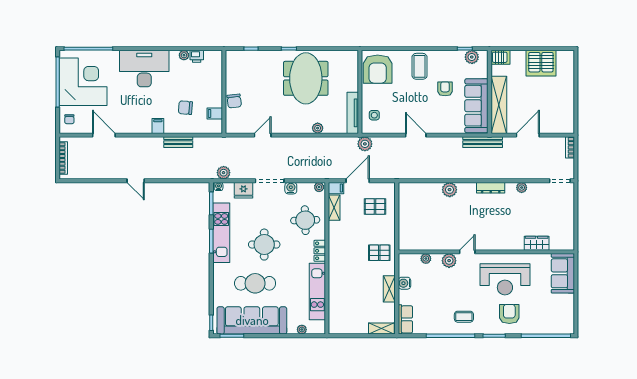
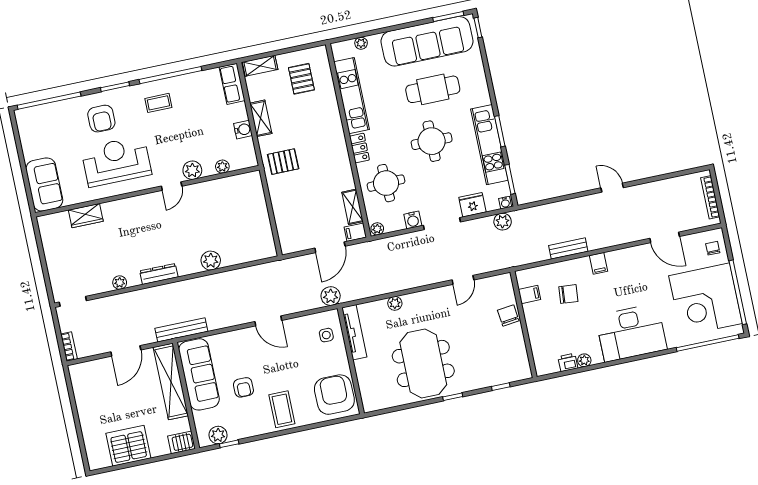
pallet: (375, 207) -> (301, 79), moved, turned 90

